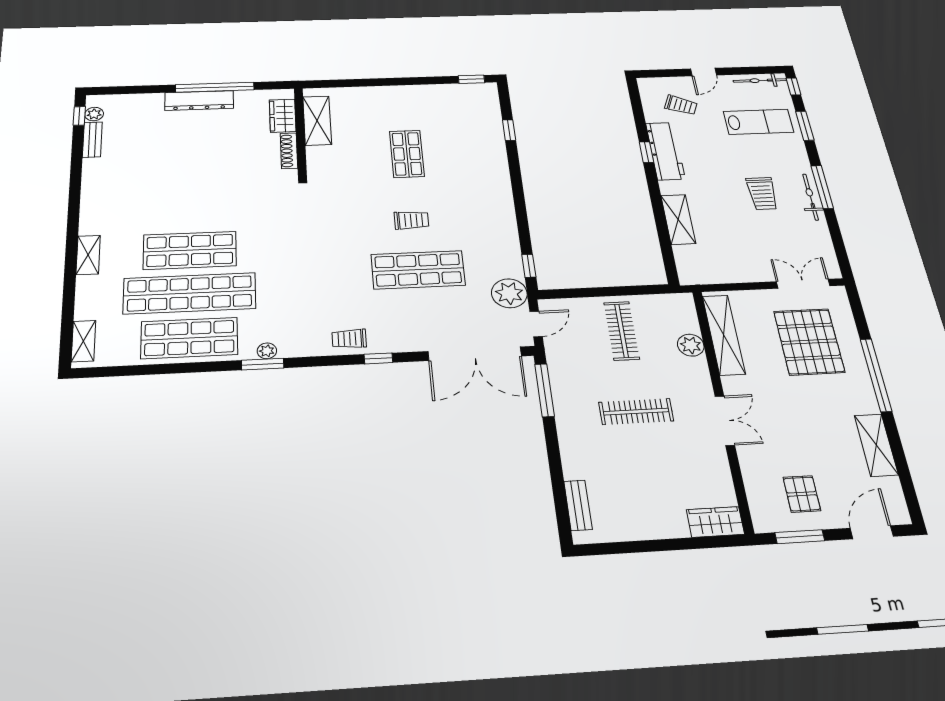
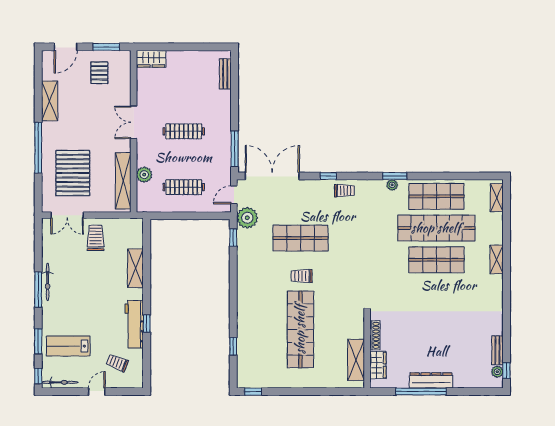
shop shelf: (407, 154) -> (300, 329), width x2.00, depth x1.36
trolley: (762, 194) -> (96, 238), moved
clothes rail: (621, 331) -> (184, 187), turned 90

